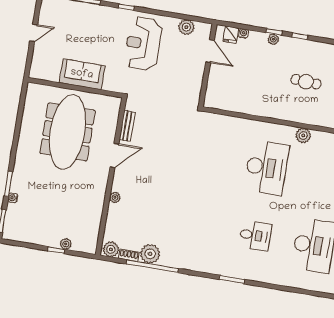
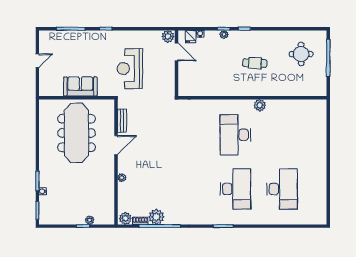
plant: (186, 27) -> (168, 36), moved
reception desk: (143, 44) -> (130, 69), moved
desk: (267, 168) -> (235, 135), turned 180
desk: (255, 235) -> (235, 189), width x1.87, depth x1.30

